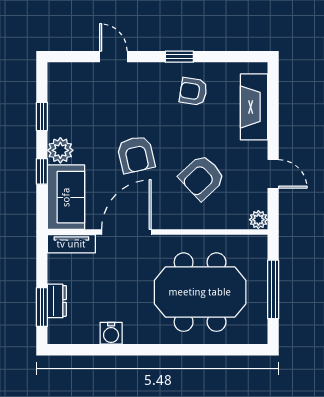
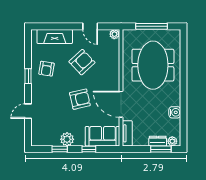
plant: (60, 150) -> (67, 139), moved
door: (273, 174) -> (90, 26), swing flipped
armchair: (202, 177) -> (82, 62), moved, turned -90
plant: (57, 329) -> (172, 141), added

